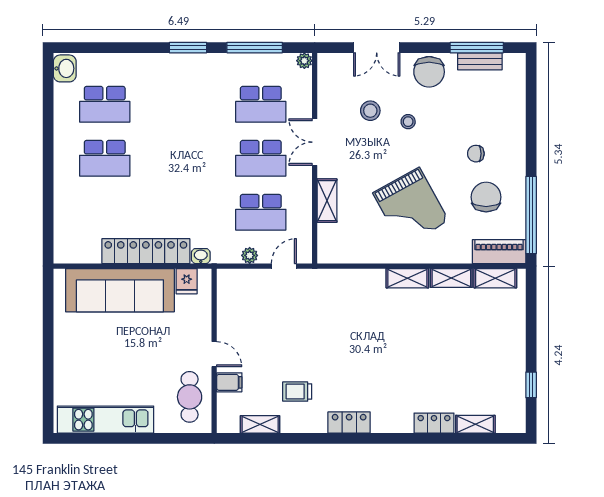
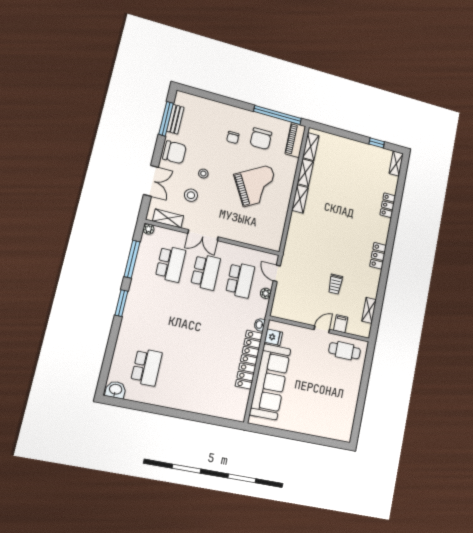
school desk: (105, 158) -> (183, 374), removed
chair: (486, 197) -> (261, 139), turned -90
shelving: (327, 201) -> (168, 218), moved
trolley: (297, 392) -> (335, 284), moved
kitchen unit: (106, 420) -> (348, 407), removed
shelving: (475, 424) -> (396, 164), moved

